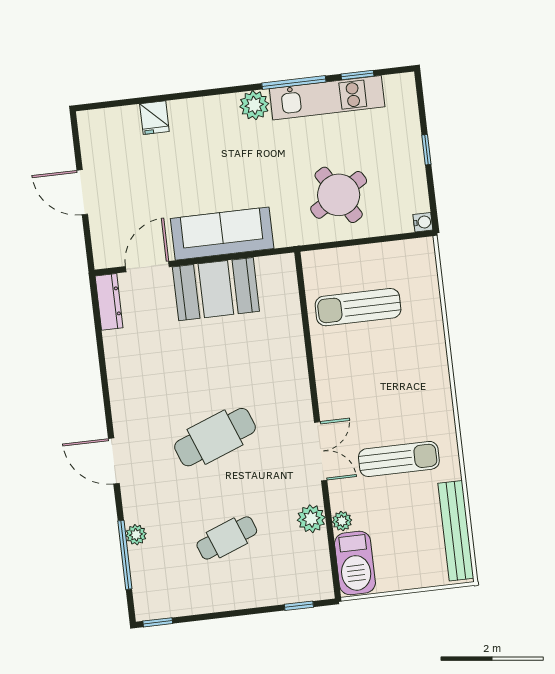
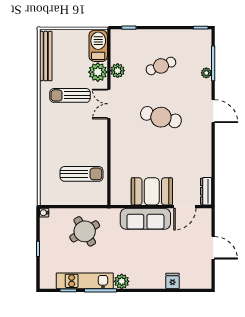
cafe table: (215, 437) -> (161, 117), turned 36
plant: (342, 521) -> (98, 72), width x1.88, depth x1.88

